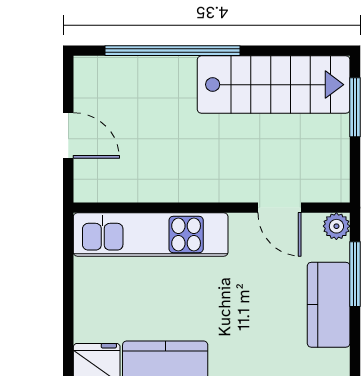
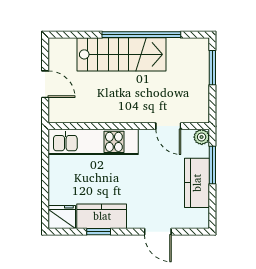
window: (172, 51) -> (141, 35), moved
stairs: (274, 85) -> (122, 54), moved

